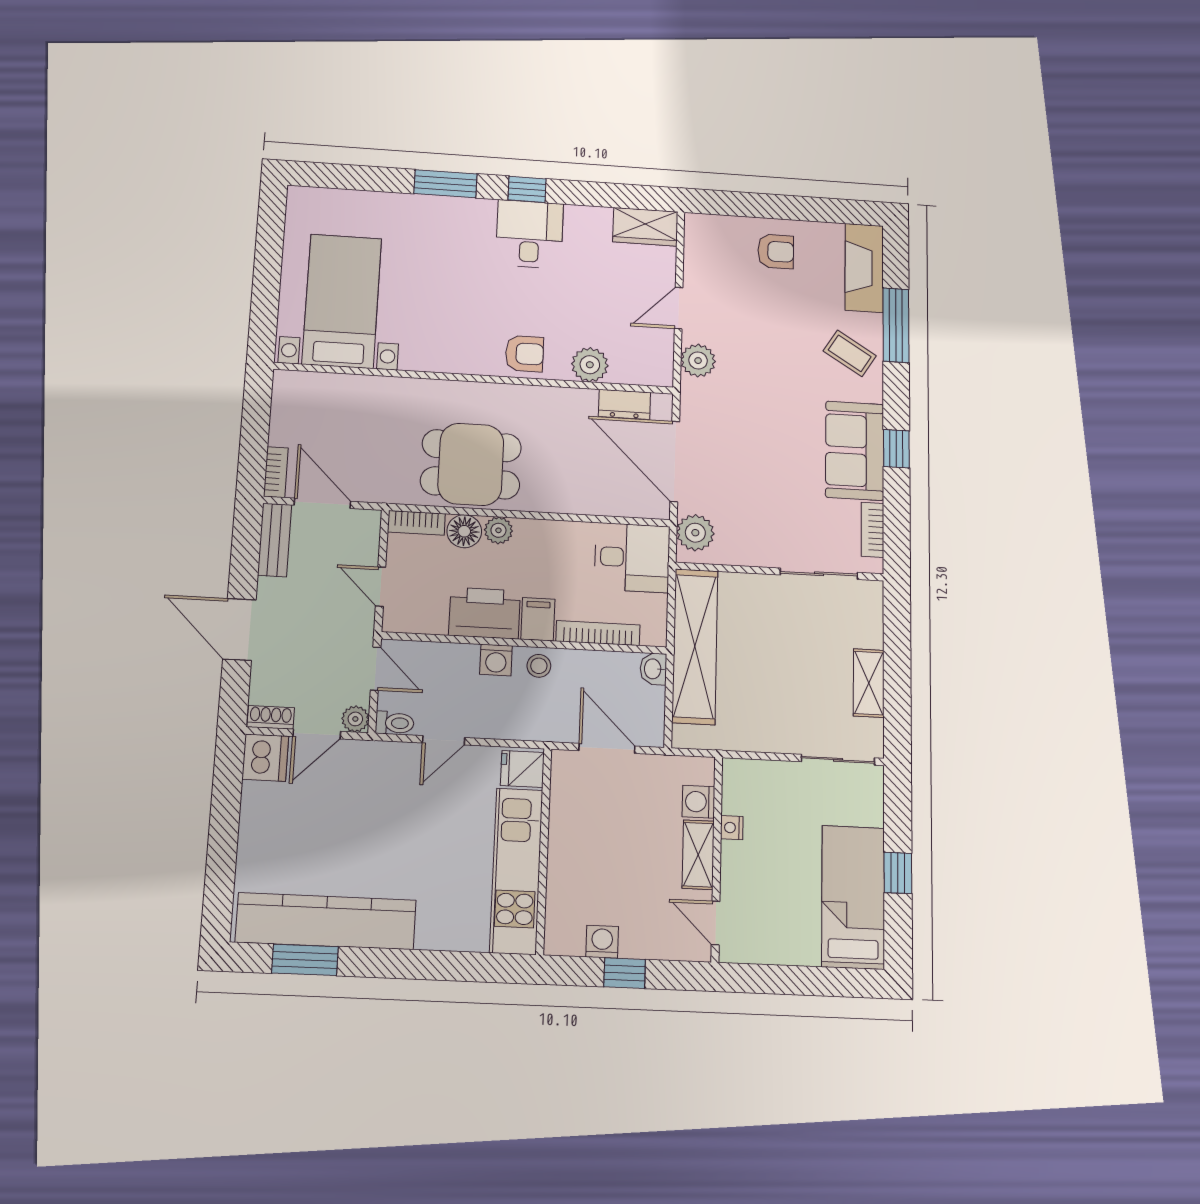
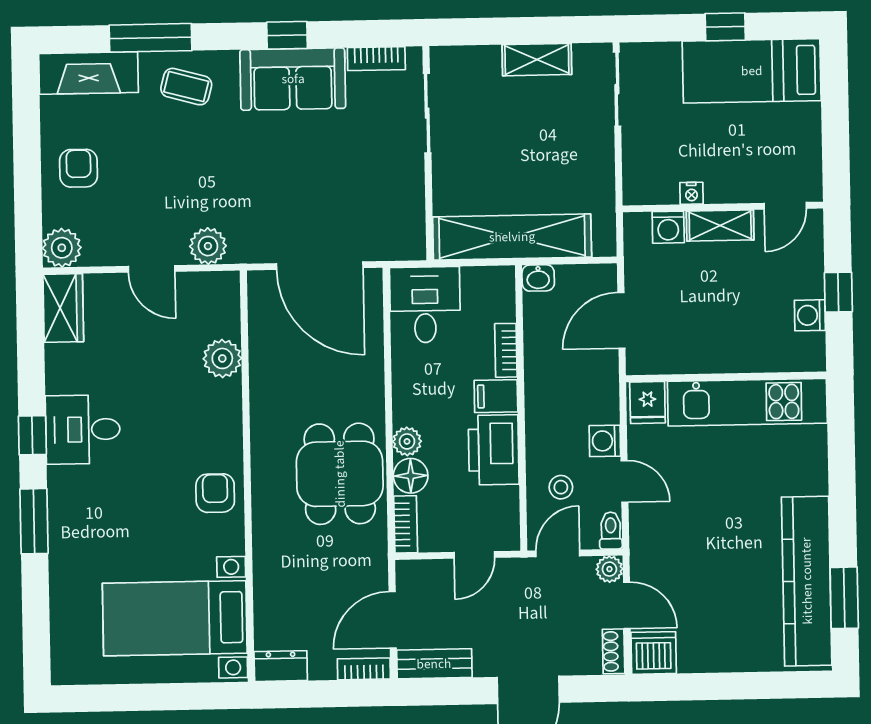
coffee table: (850, 353) -> (186, 87), turned 73
armchair: (524, 354) -> (215, 493), moved
dresser: (625, 404) -> (281, 666), moved, turned -90
door: (675, 461) -> (320, 266), hinge flipped
plant: (695, 533) -> (62, 248), moved
bookcase: (598, 633) -> (506, 350), width x0.64
washing machine: (496, 660) -> (605, 441), moved, turned 180
stool: (539, 666) -> (561, 487), moved

